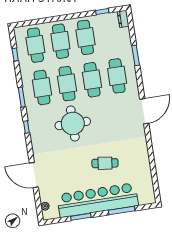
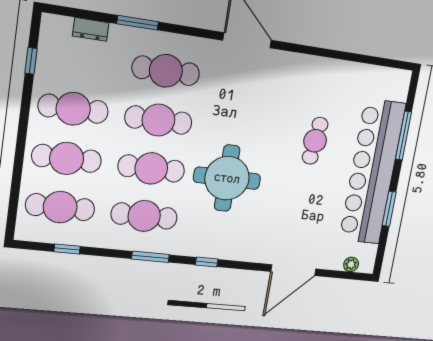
dresser: (123, 19) -> (91, 29), moved

